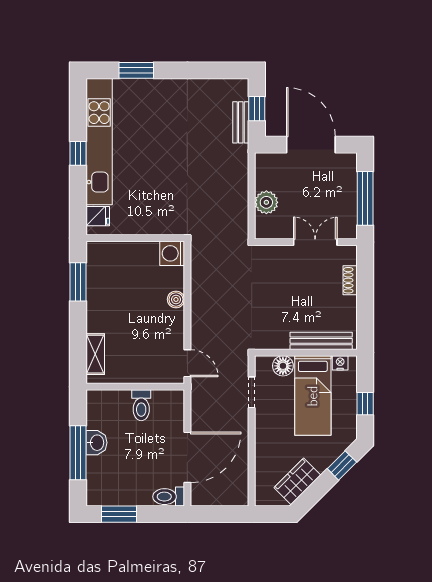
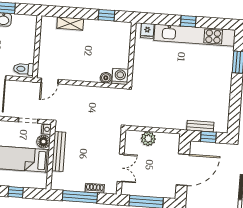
window: (78, 282) -> (106, 15), width x0.67
boiler: (176, 299) -> (106, 78), moved
window: (365, 303) -> (80, 197), added
bench: (321, 341) -> (59, 151), moved
shelving: (95, 354) -> (70, 24), moved
nightstand: (340, 363) -> (46, 129), moved
toilet: (141, 405) -> (24, 69), moved

